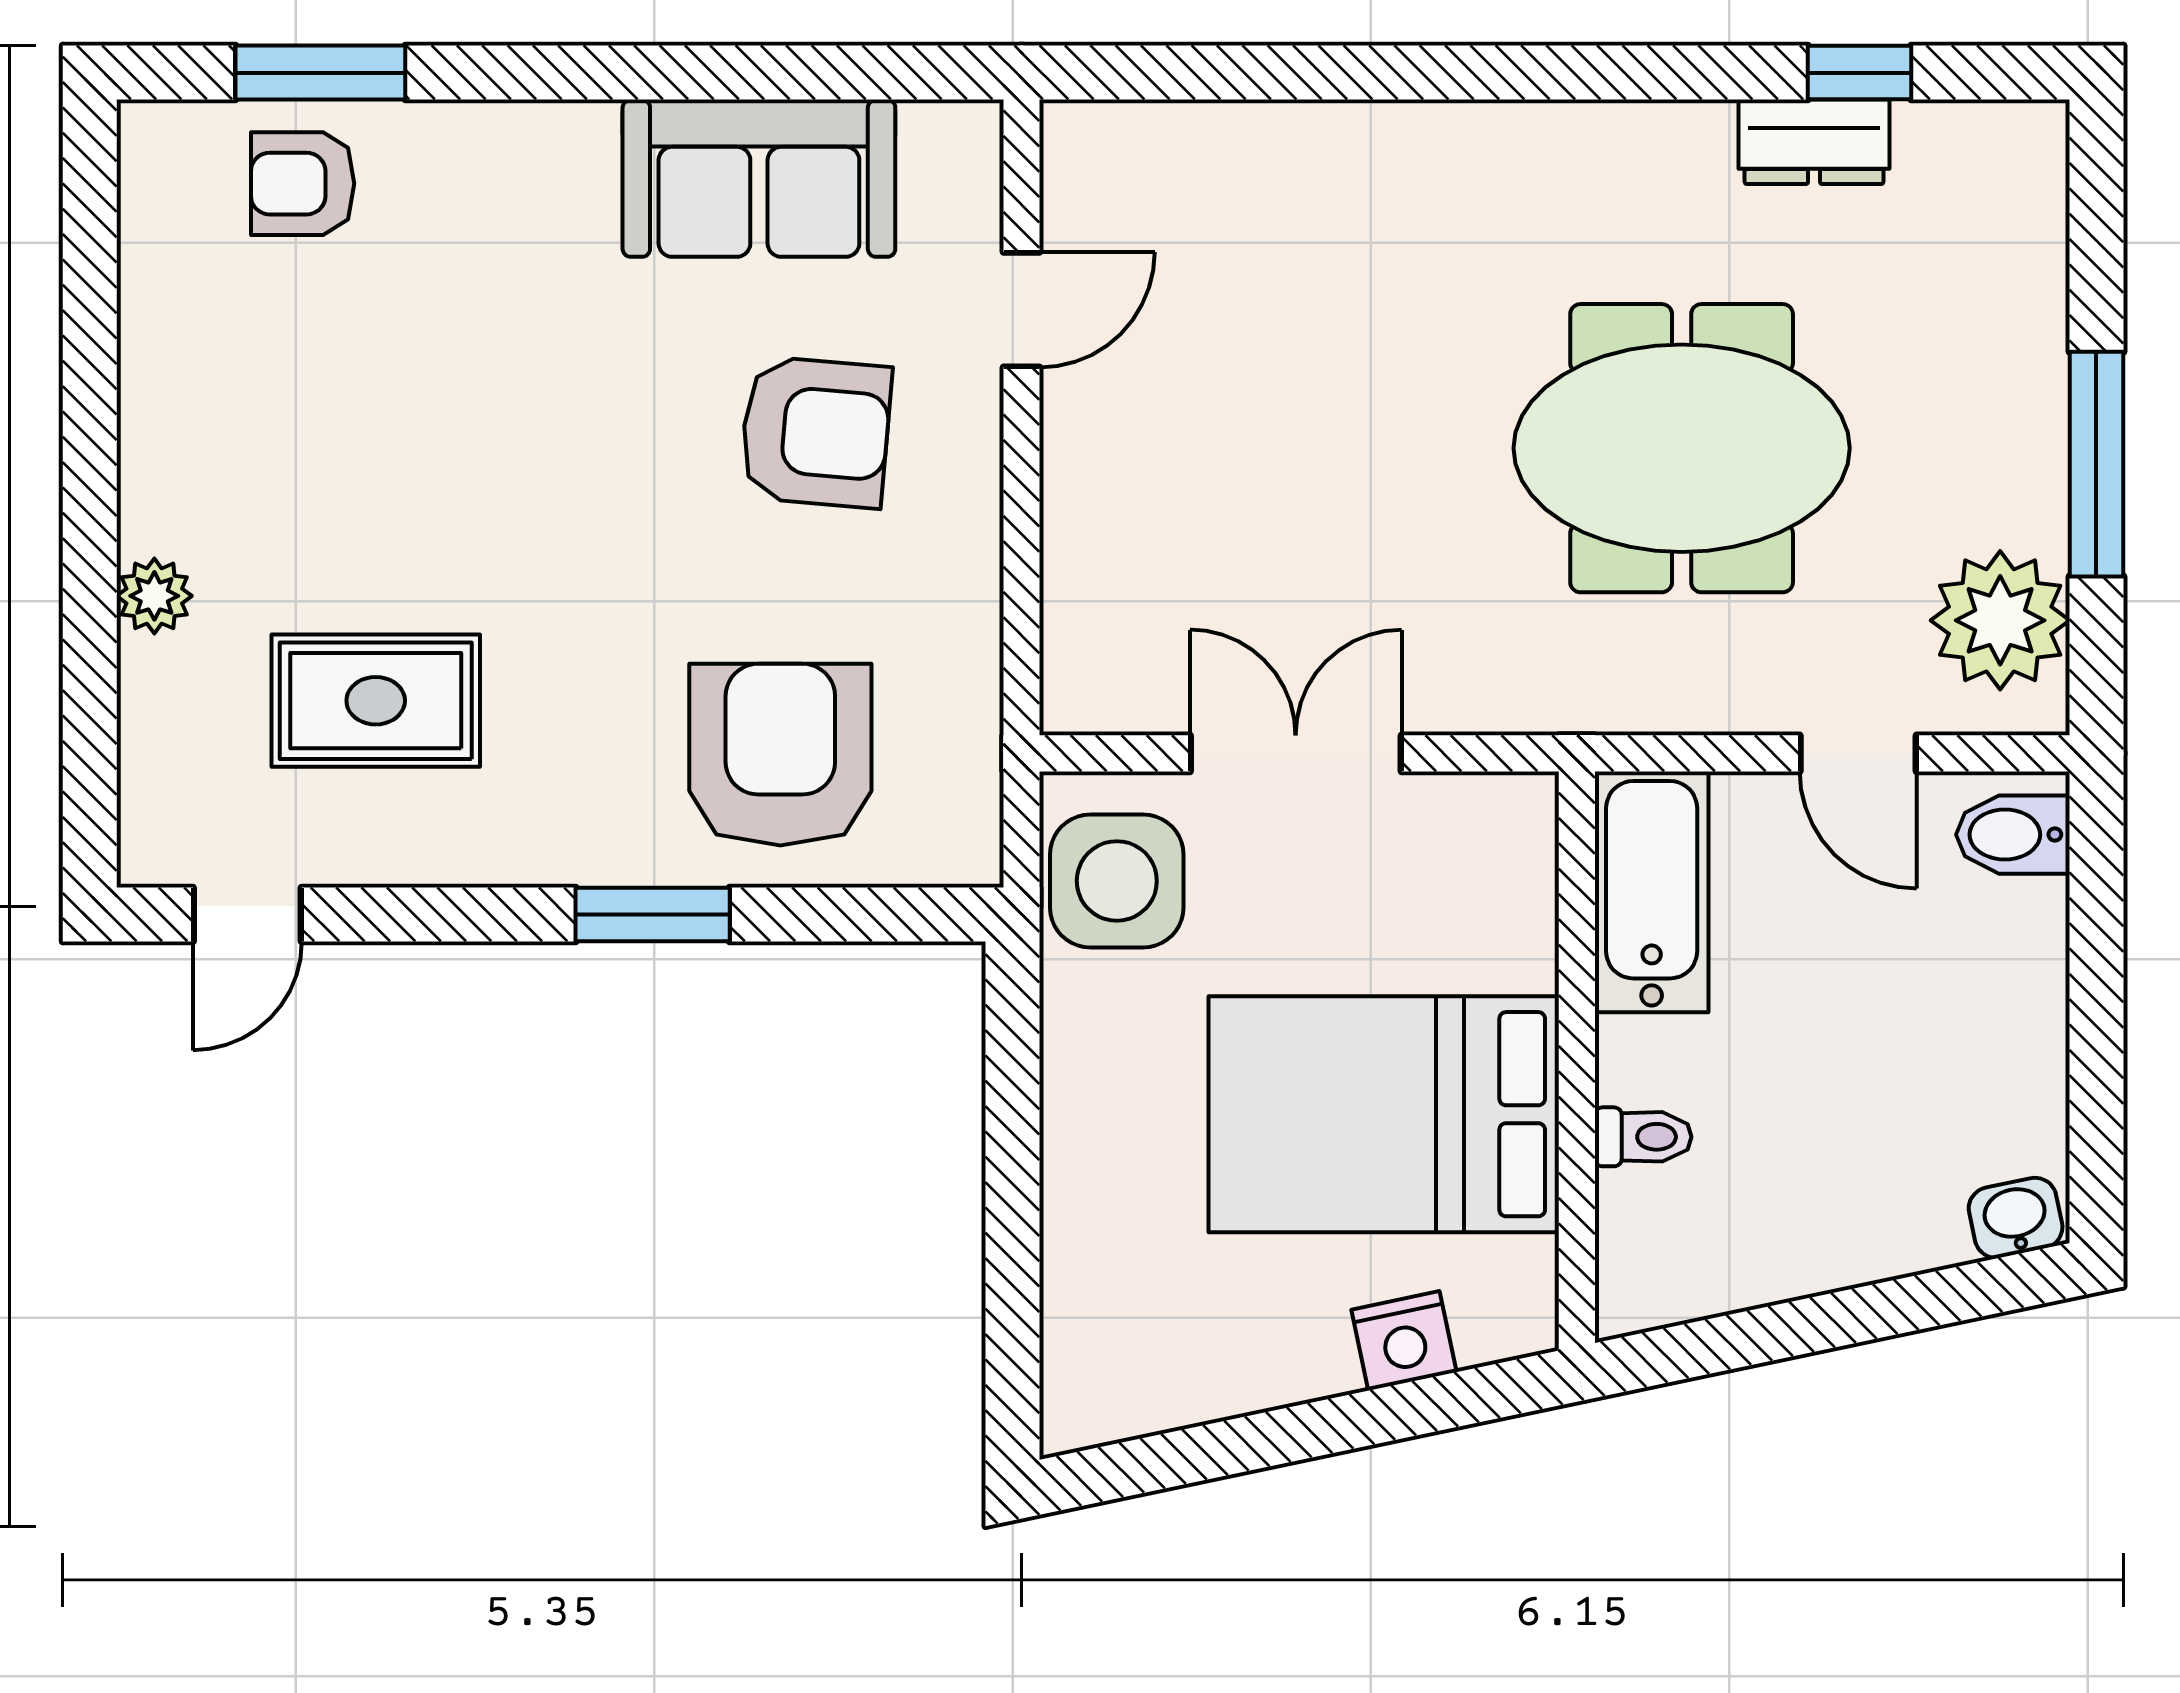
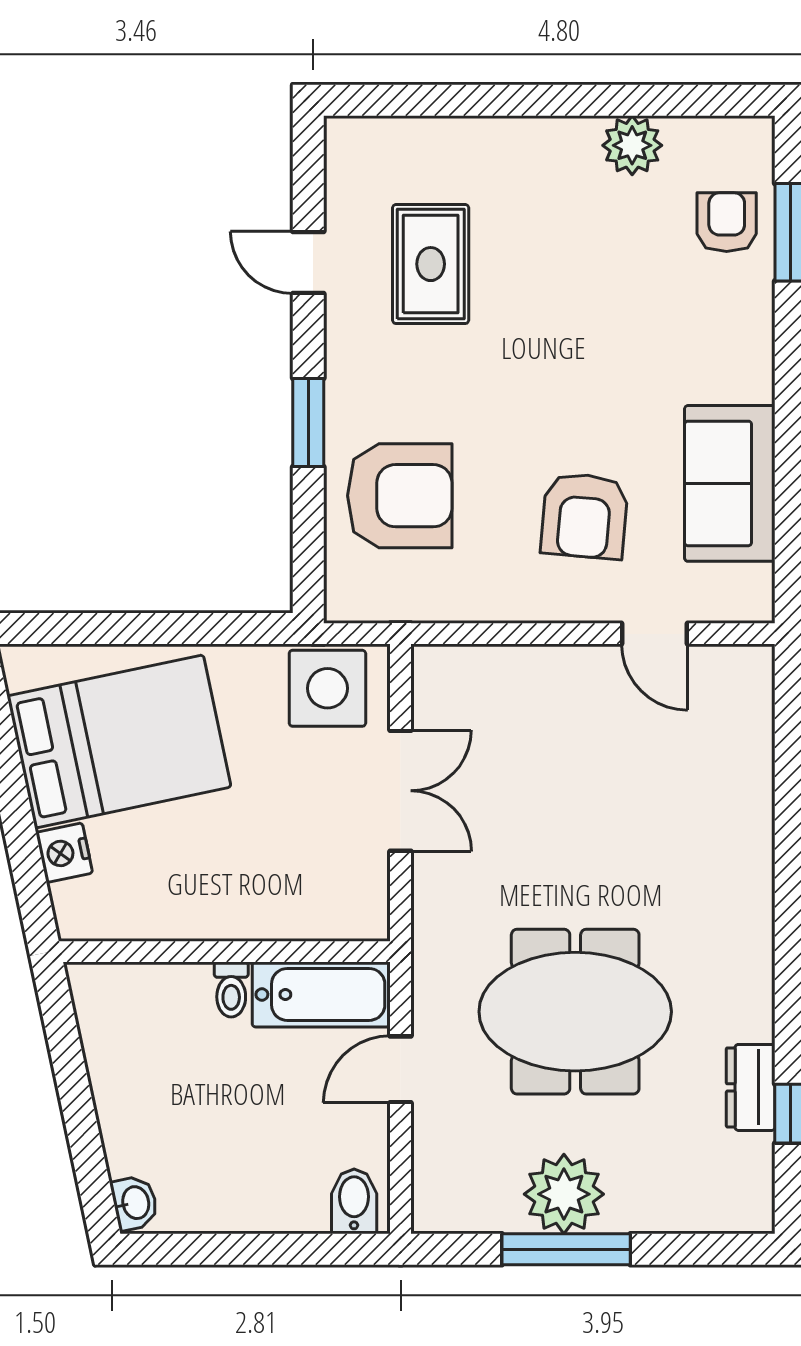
meeting table: (1682, 448) -> (575, 1012), turned 90
plant: (154, 596) -> (632, 145), moved, width x1.38, depth x1.38
plant: (2000, 620) -> (564, 1194), moved
door: (1858, 753) -> (401, 1069), moved
door: (247, 915) -> (308, 263), moved
bed: (1384, 1114) -> (119, 741), moved, turned 78
toilet: (1643, 1137) -> (231, 990), moved

